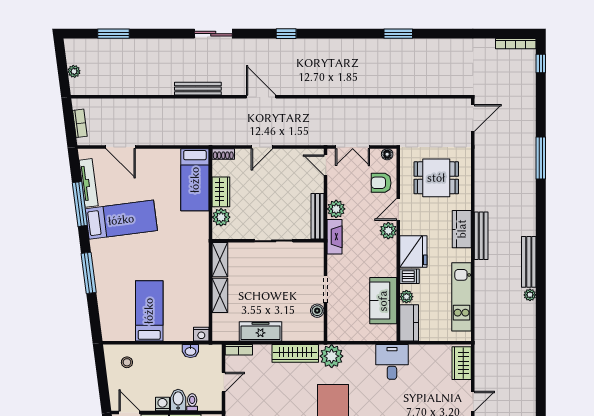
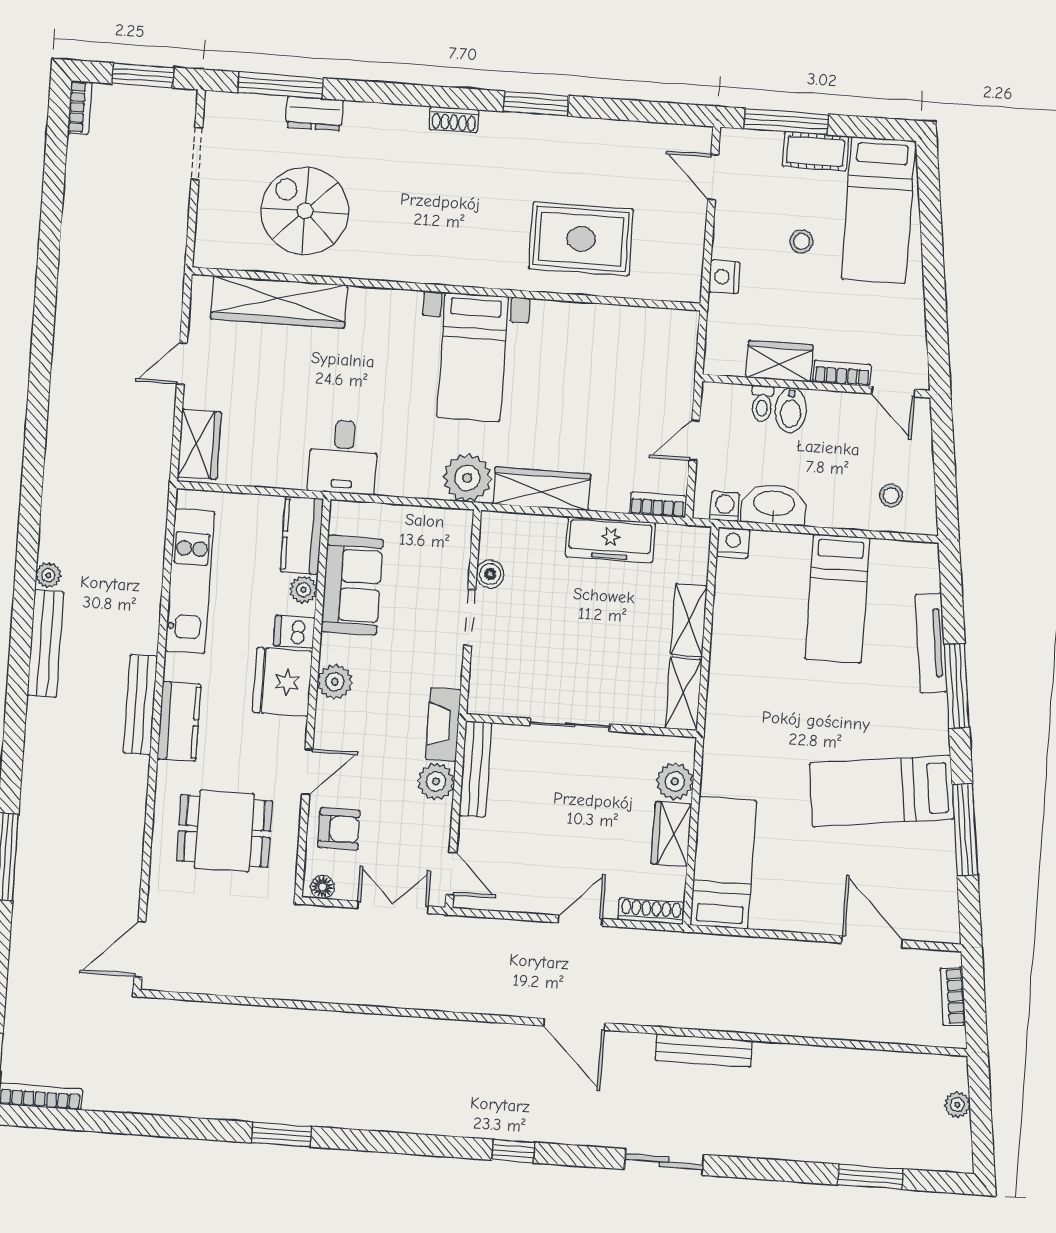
shoe rack: (223, 154) -> (651, 911), width x1.43
tv unit: (89, 183) -> (931, 643), moved
plant: (388, 231) -> (335, 682), moved
washbasin: (190, 351) -> (774, 505), width x1.91, depth x1.45
washing machine: (162, 404) -> (725, 506), moved, turned 180

